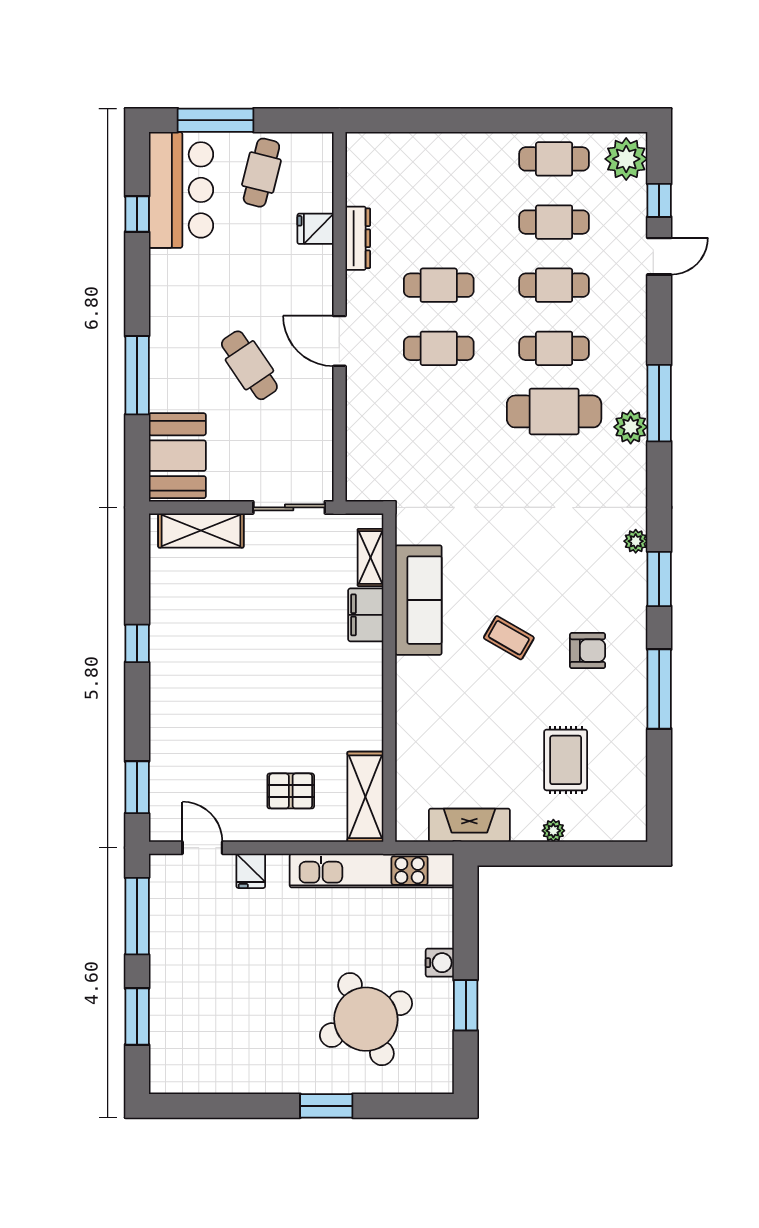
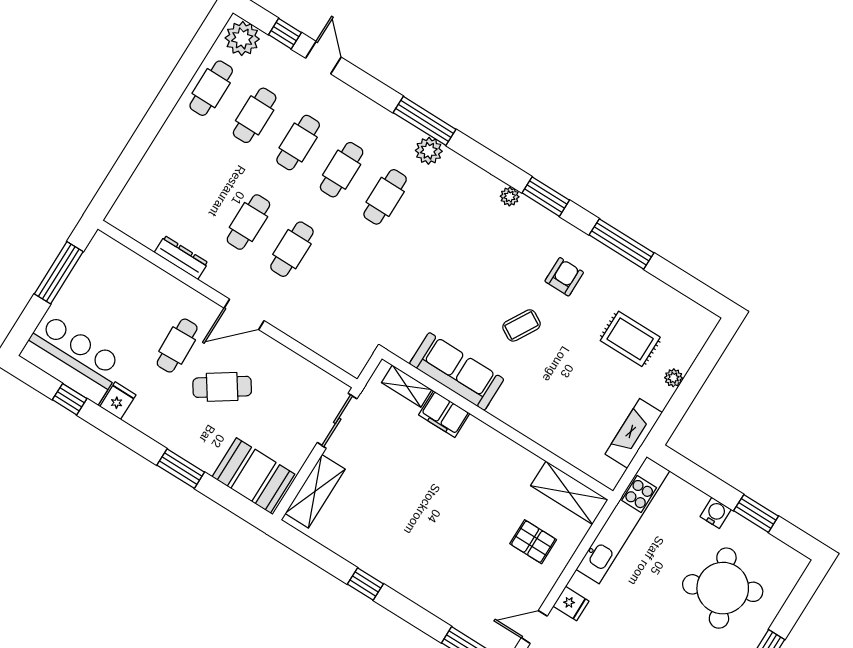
window: (216, 120) -> (59, 273), moved
cafe table: (261, 173) -> (177, 346), moved, turned 74
fridge: (315, 229) -> (118, 401), moved, turned 180
window: (137, 375) -> (181, 469), width x0.69
cafe table: (554, 411) -> (385, 197), width x0.73, depth x0.74
pallet: (291, 791) -> (533, 542), turned 90

